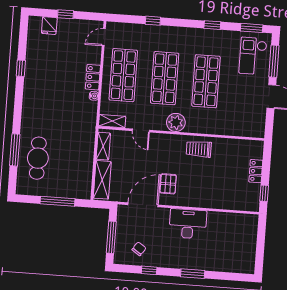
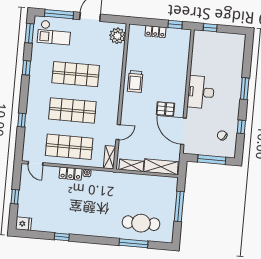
fridge: (49, 26) -> (23, 224), moved
plant: (176, 122) -> (117, 36), moved
window: (261, 233) -> (210, 28), added

